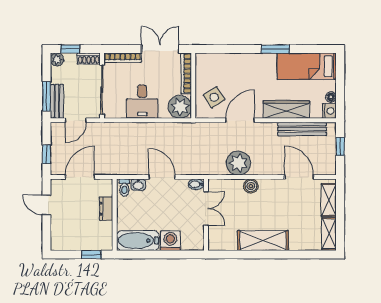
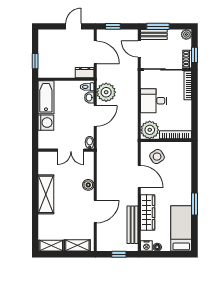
window: (70, 49) -> (195, 55), moved
double door: (160, 49) -> (195, 115), removed
plant: (238, 163) -> (106, 92), moved
door: (299, 177) -> (95, 212), moved
dresser: (106, 209) -> (85, 73), moved

